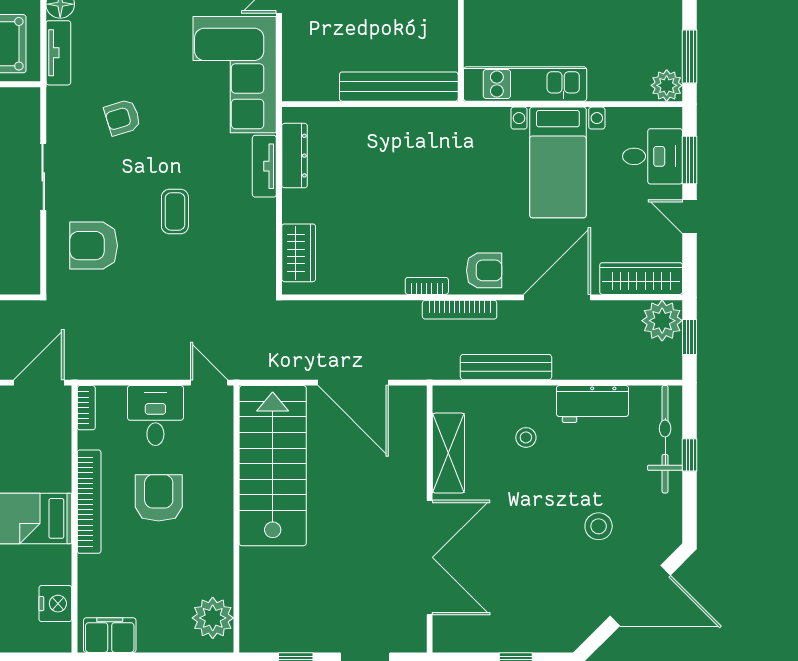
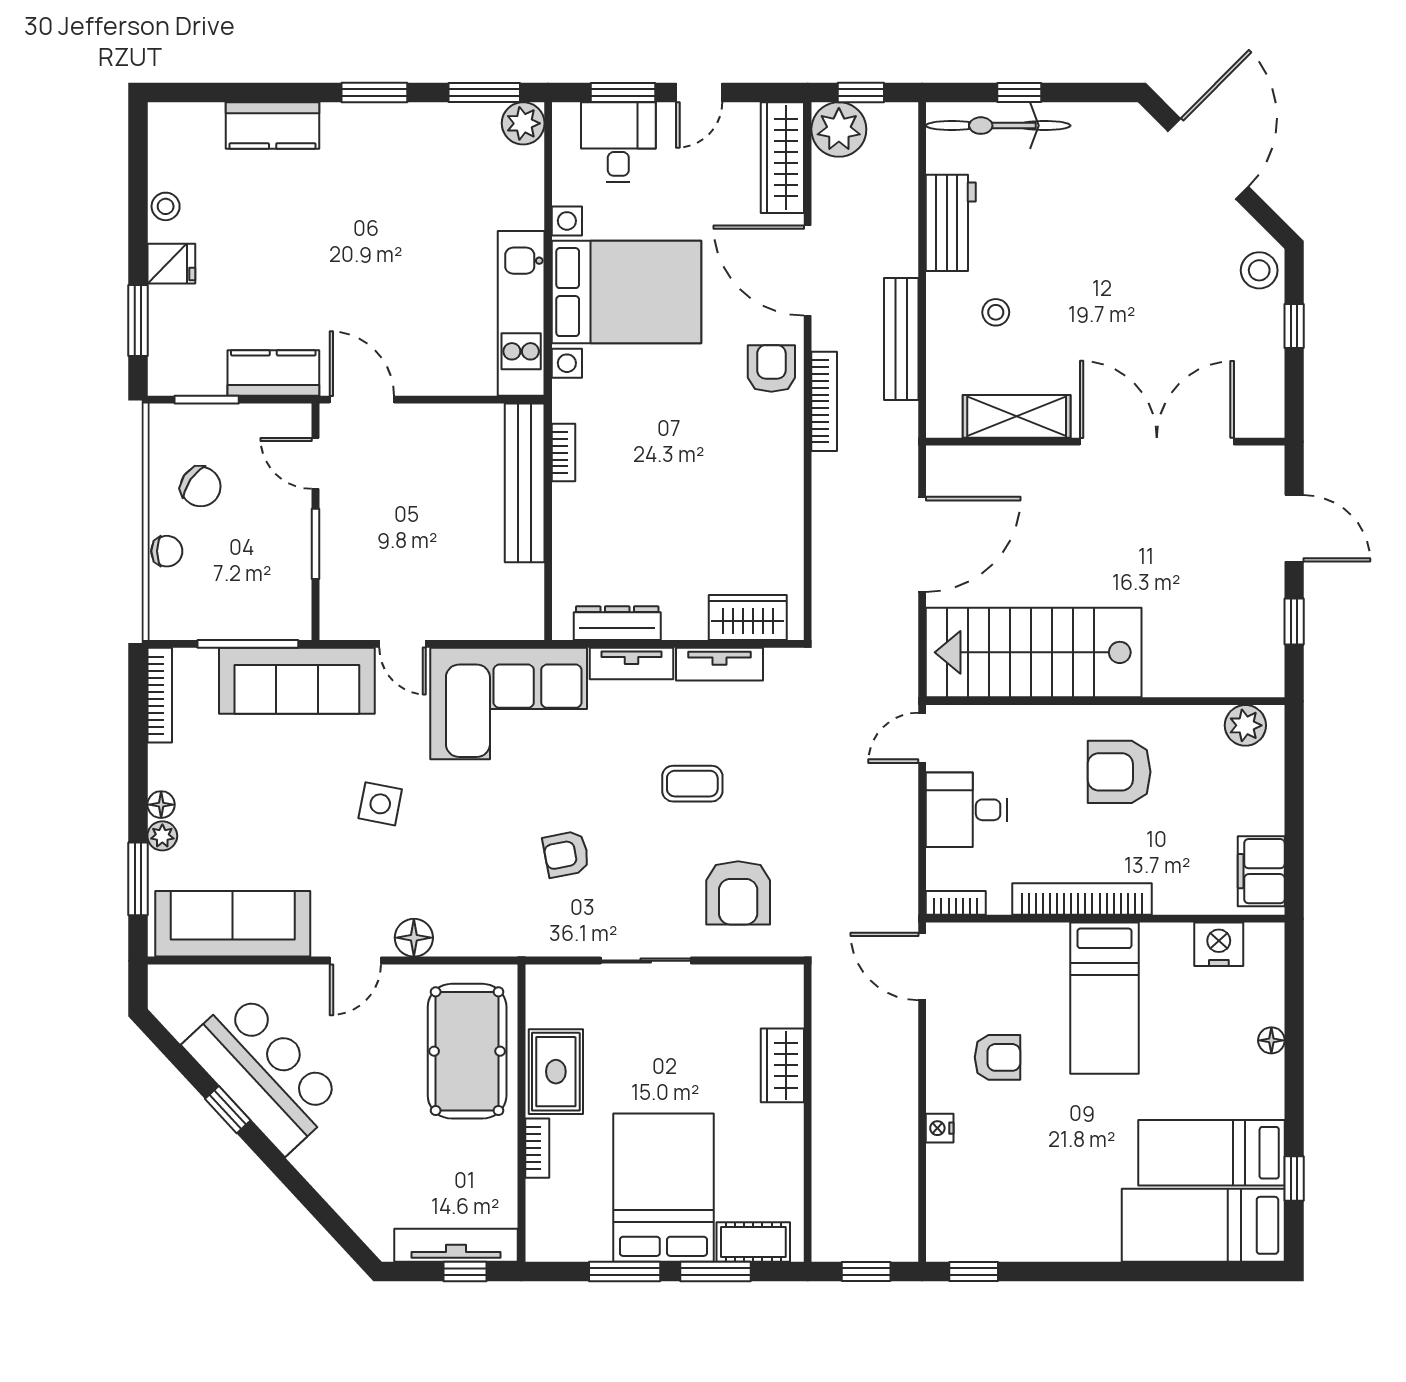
tv unit: (58, 53) -> (719, 664), moved, turned 180
armchair: (122, 117) -> (566, 854), turned 96
bed with nightstands: (558, 162) -> (627, 292), width x1.36
bookcase: (427, 286) -> (564, 453), moved, turned 180
armchair: (159, 498) -> (1119, 772), moved
stool: (599, 526) -> (1259, 270), moved
plant: (213, 618) -> (1245, 725), width x0.73, depth x0.73

